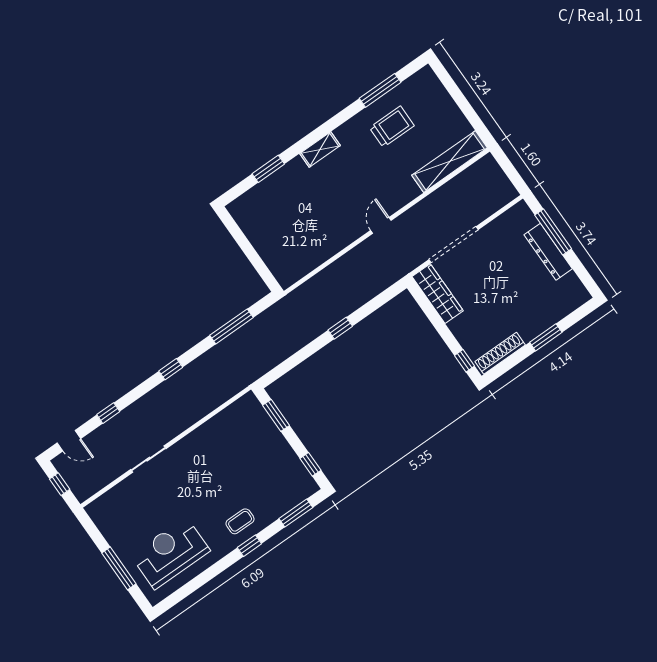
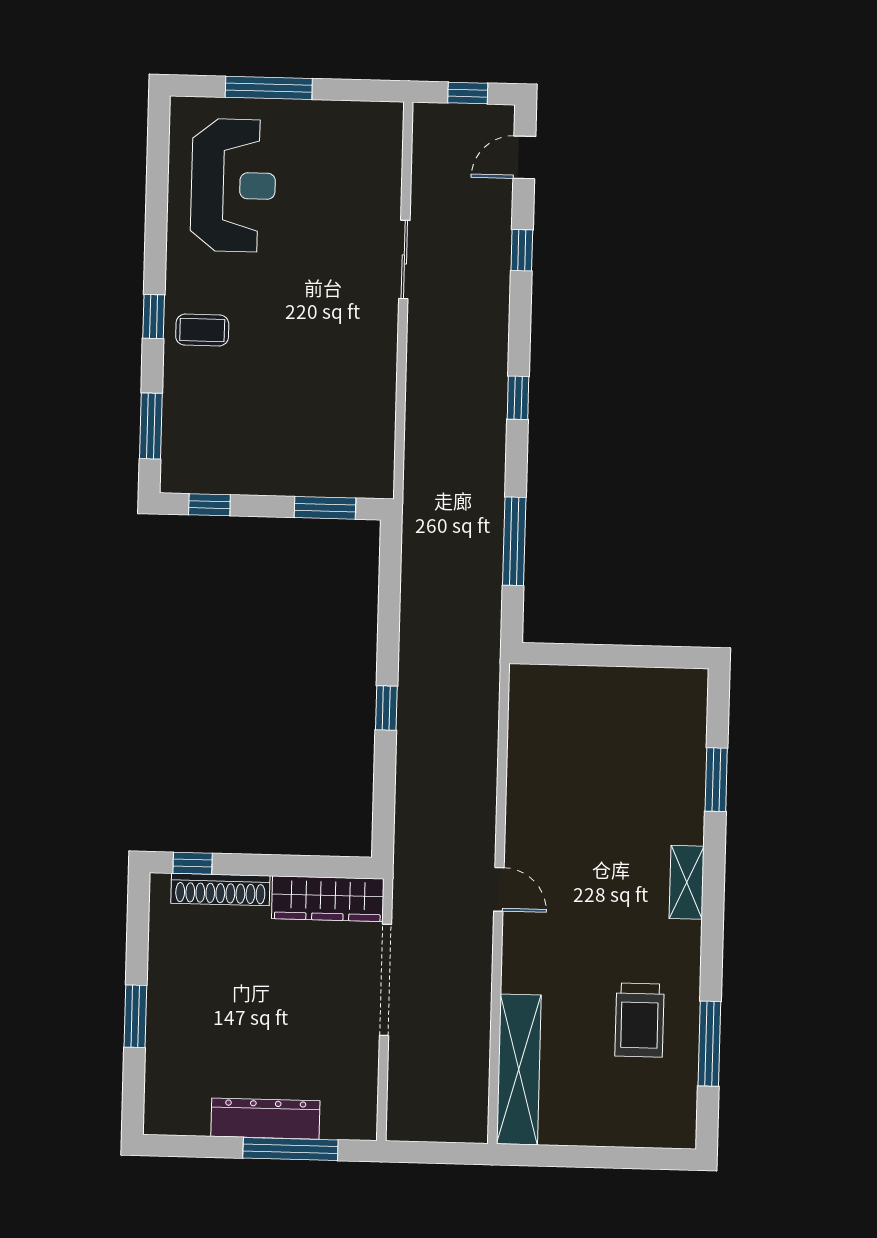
shoe rack: (500, 353) -> (220, 890), moved, turned 90
coffee table: (240, 521) -> (202, 330), turned 90

